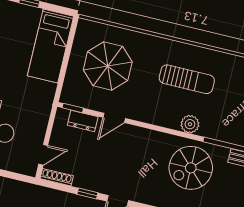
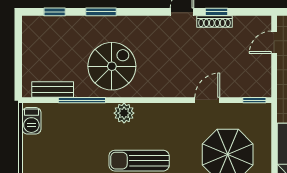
dresser: (83, 121) -> (240, 89), removed
shoe rack: (57, 177) -> (214, 21), moved

